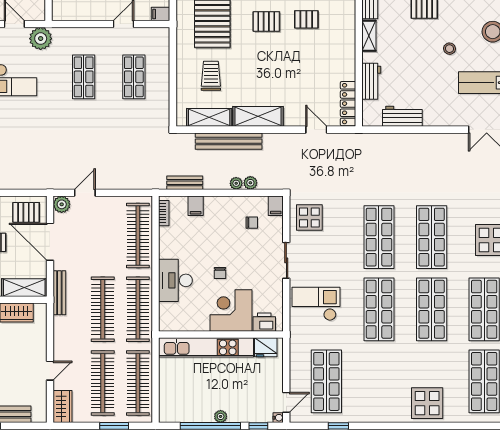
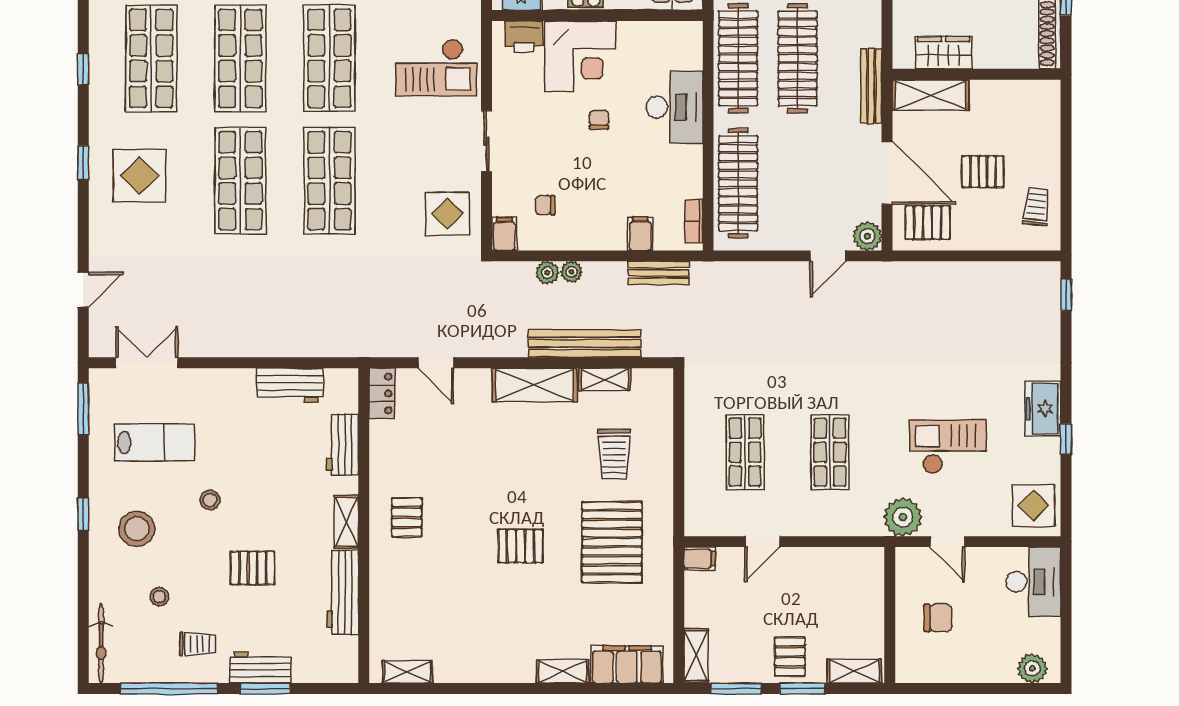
pallet: (306, 19) -> (407, 517), moved, turned 90
locker: (348, 104) -> (382, 393), width x0.66
shelving: (209, 117) -> (605, 380), width x0.67, depth x0.75

